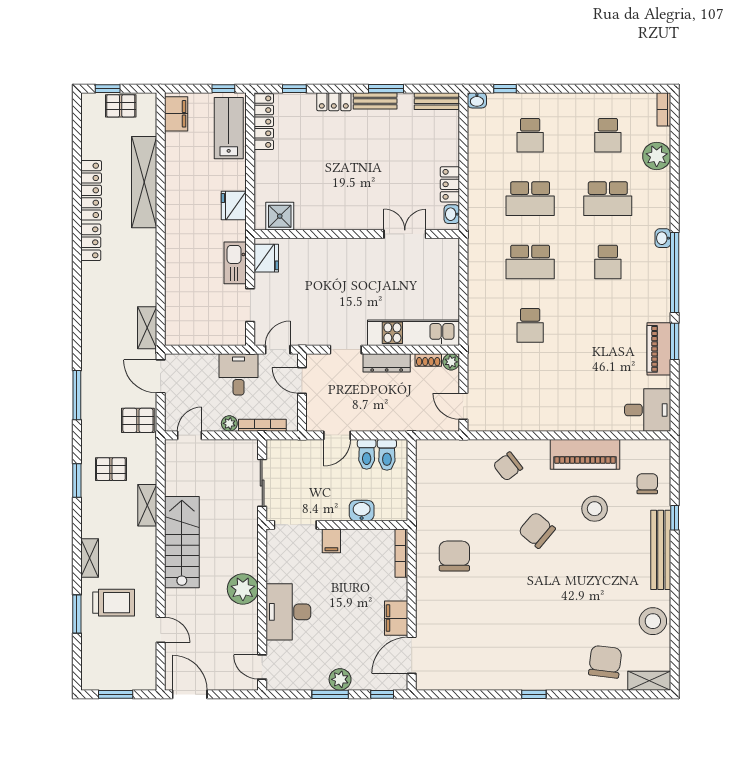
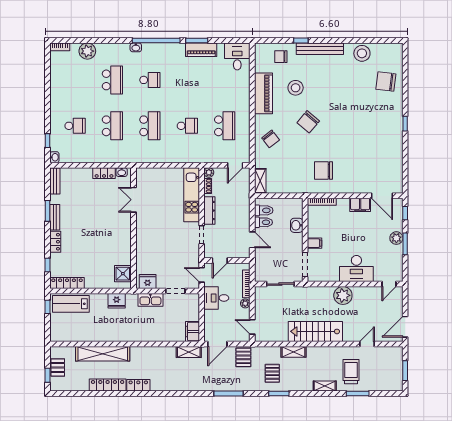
filing cabinet: (176, 114) -> (192, 331), moved, turned -90
school desk: (608, 135) -> (225, 126), moved, width x1.85
shelving: (649, 681) -> (260, 181), moved

